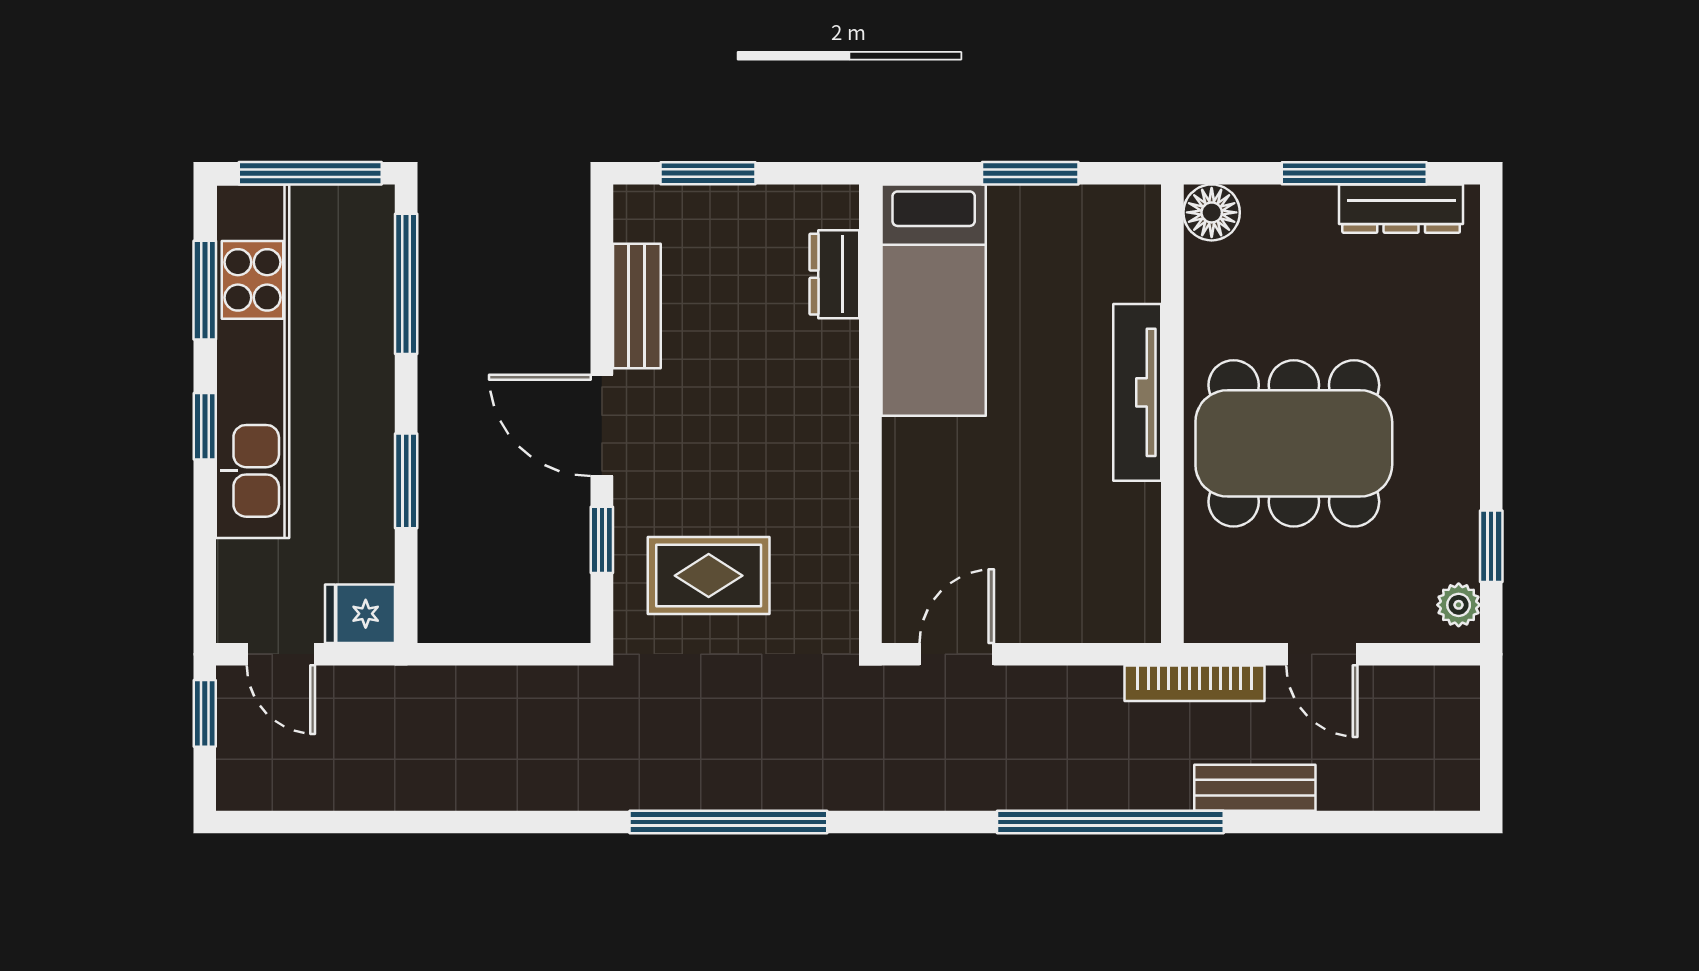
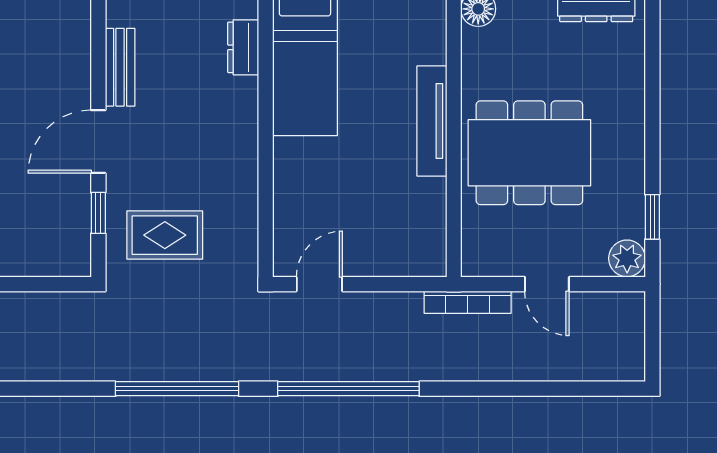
door: (602, 425) -> (98, 142), hinge flipped
plant: (1459, 605) -> (627, 258), width x1.38, depth x1.38
bench: (1255, 788) -> (505, 367), removed
window: (1110, 822) -> (348, 389), moved

